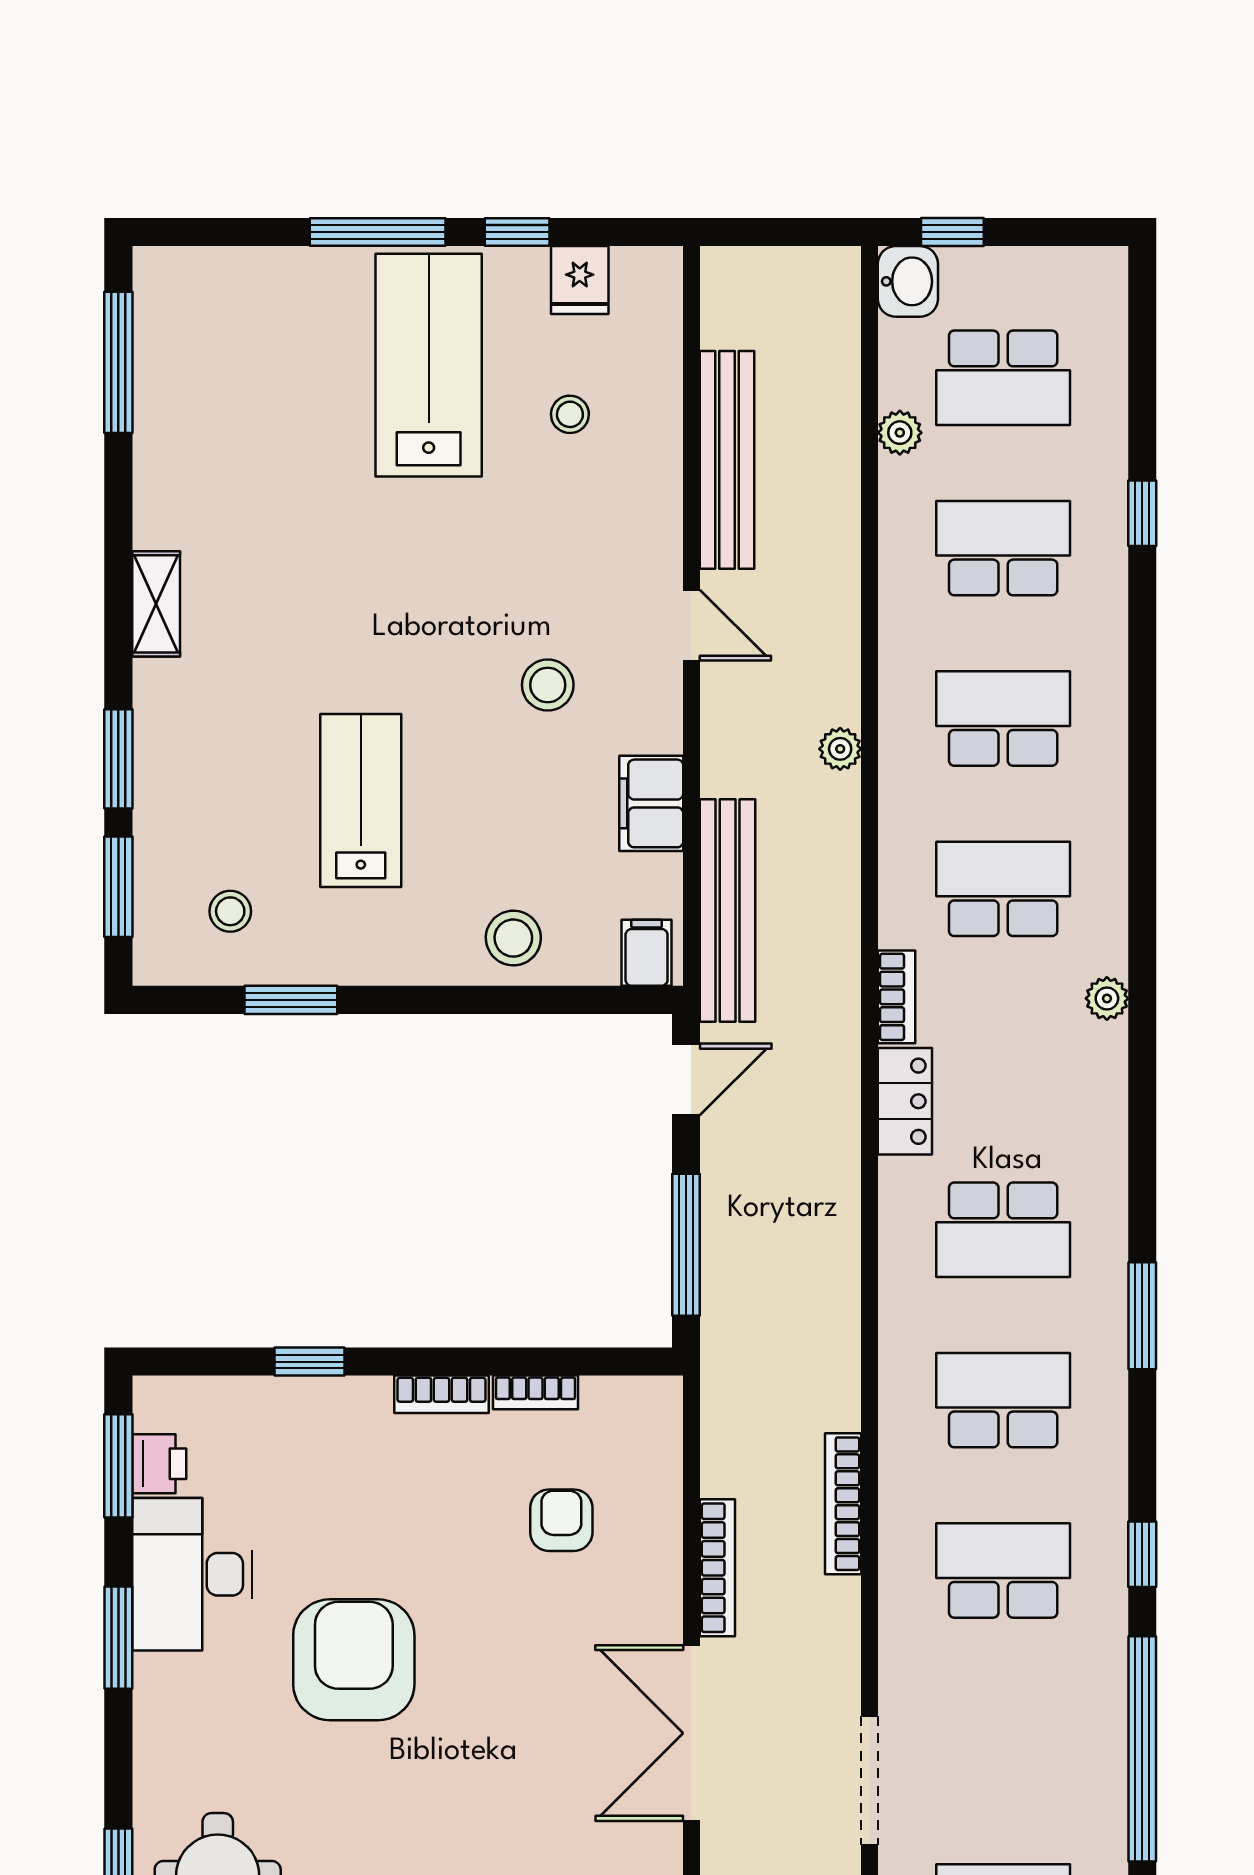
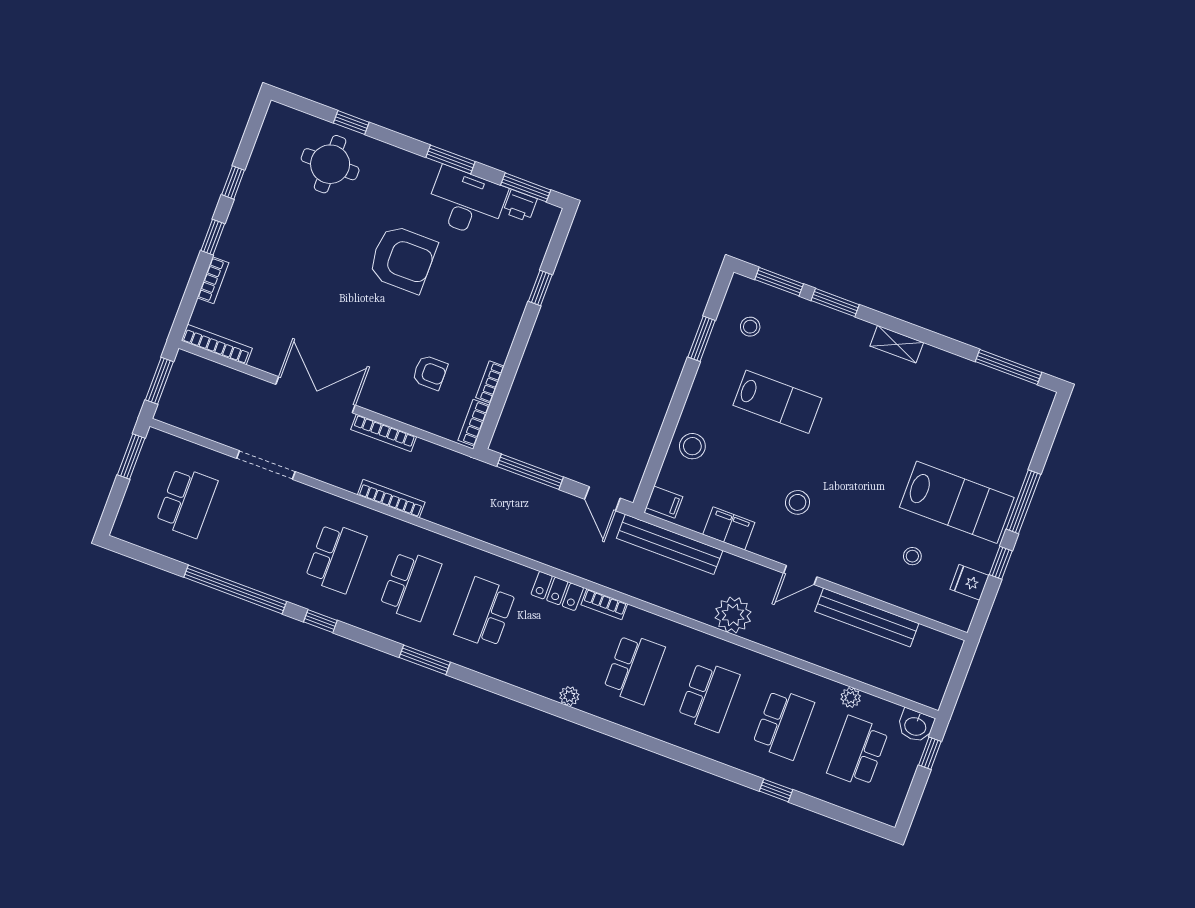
plant: (840, 749) -> (733, 615), width x1.87, depth x1.87
bookcase: (441, 1394) -> (474, 423), moved

